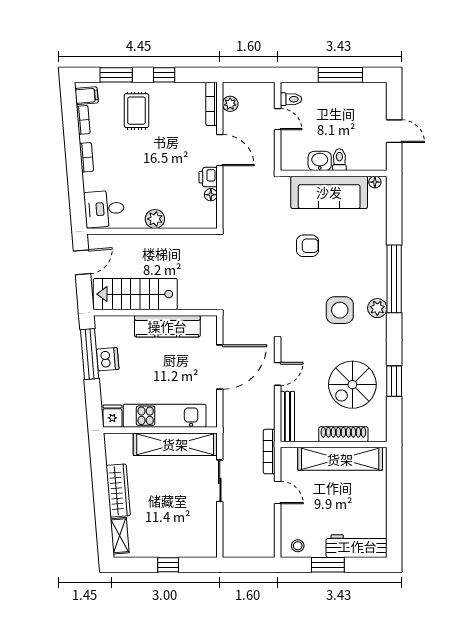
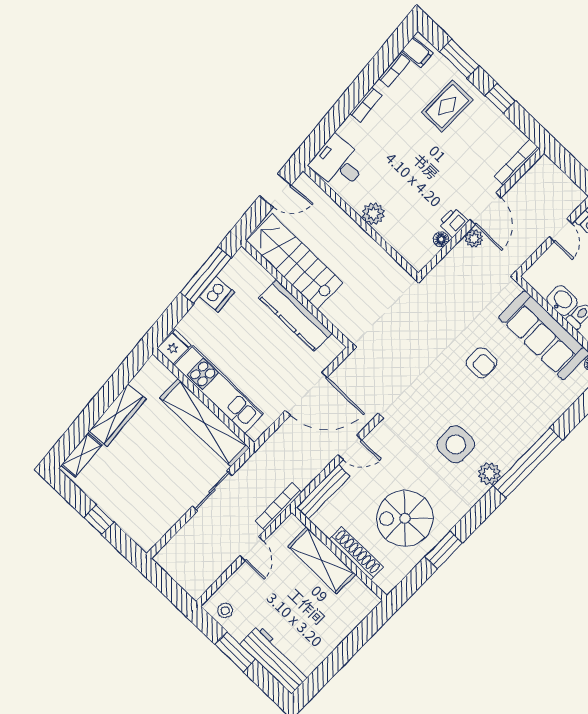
plant: (230, 104) -> (474, 238), moved
shelving: (340, 459) -> (322, 560), width x0.68

